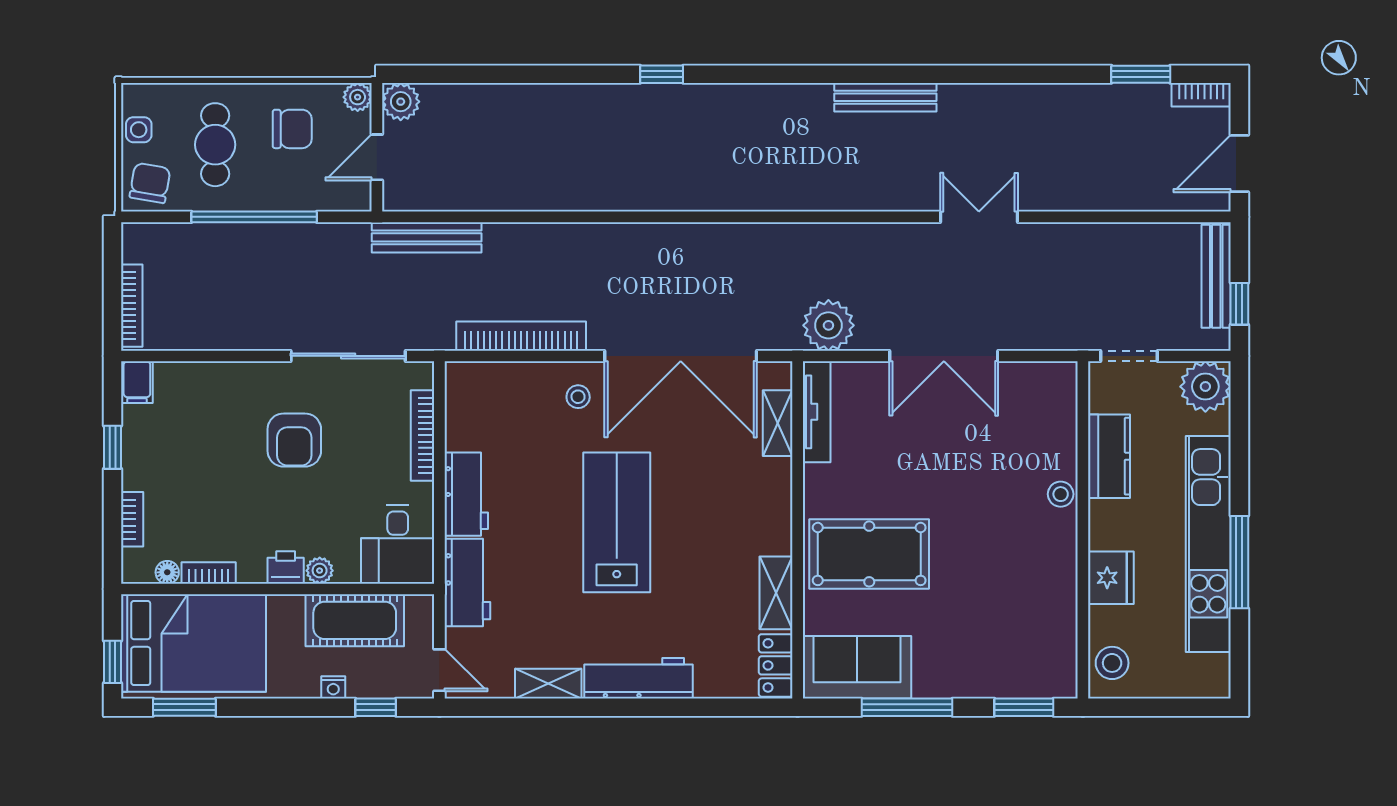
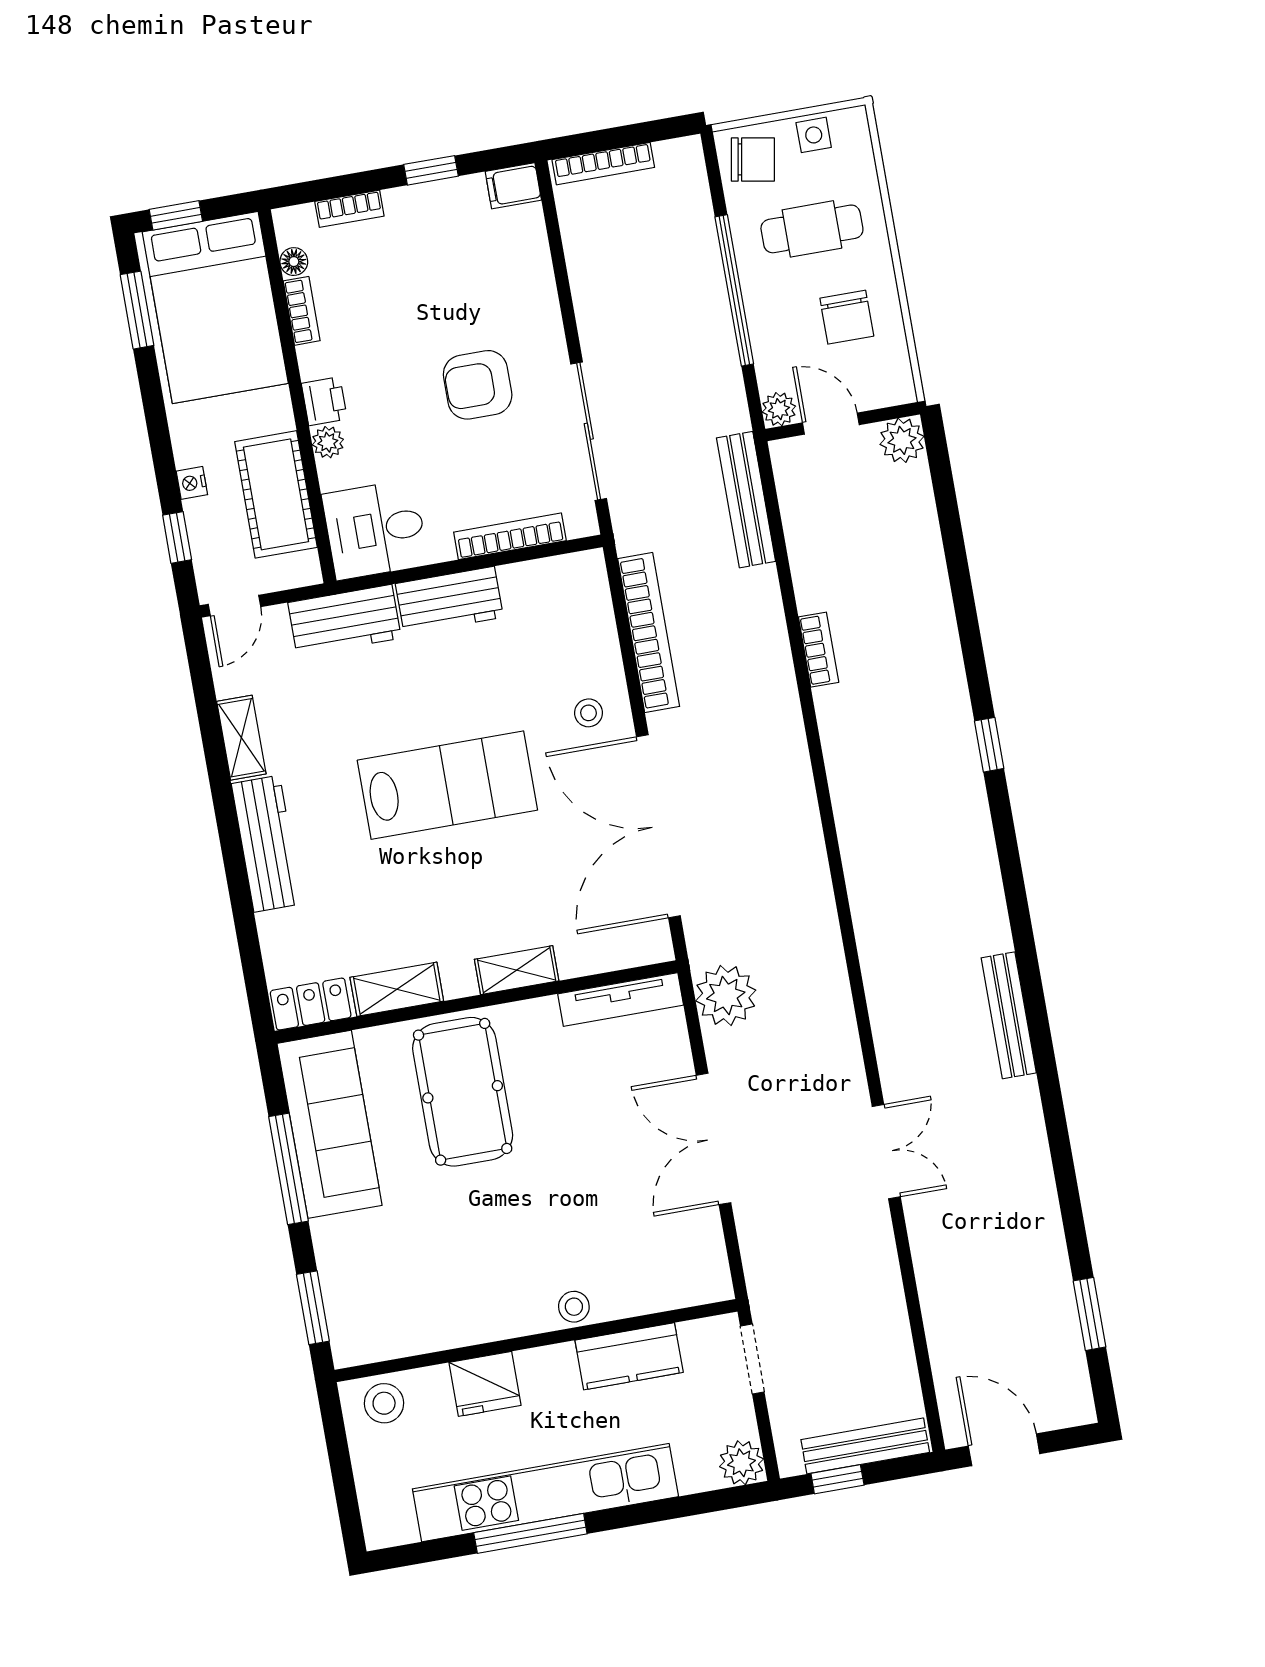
bookcase: (1201, 95) -> (819, 650), moved, turned 180
plant: (358, 97) -> (779, 409), moved
plant: (1205, 387) -> (741, 1463), width x0.73, depth x0.73
shelving: (778, 423) -> (517, 970), moved
sofa: (857, 667) -> (330, 1124), width x1.36

